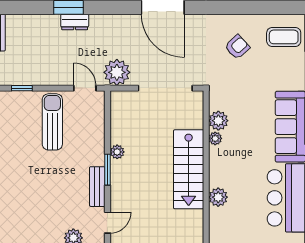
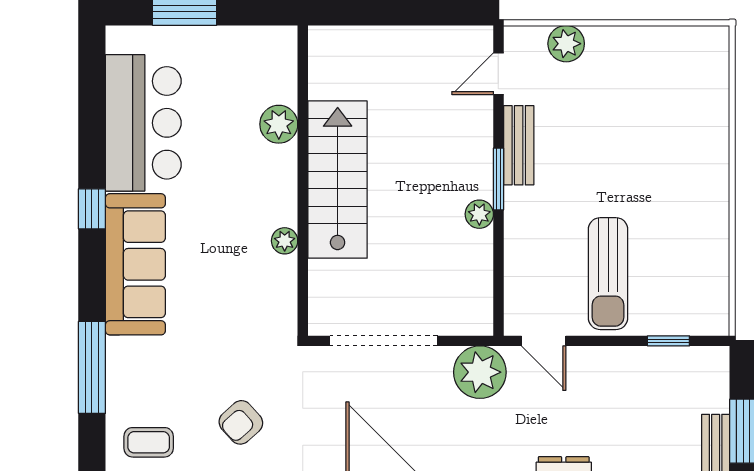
coffee table: (284, 37) -> (149, 442), width x0.73, depth x0.77
plant: (218, 121) -> (278, 276), removed

